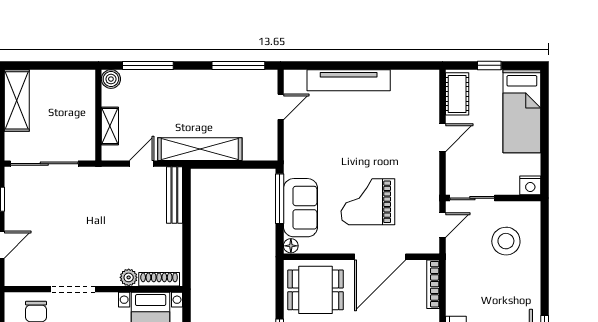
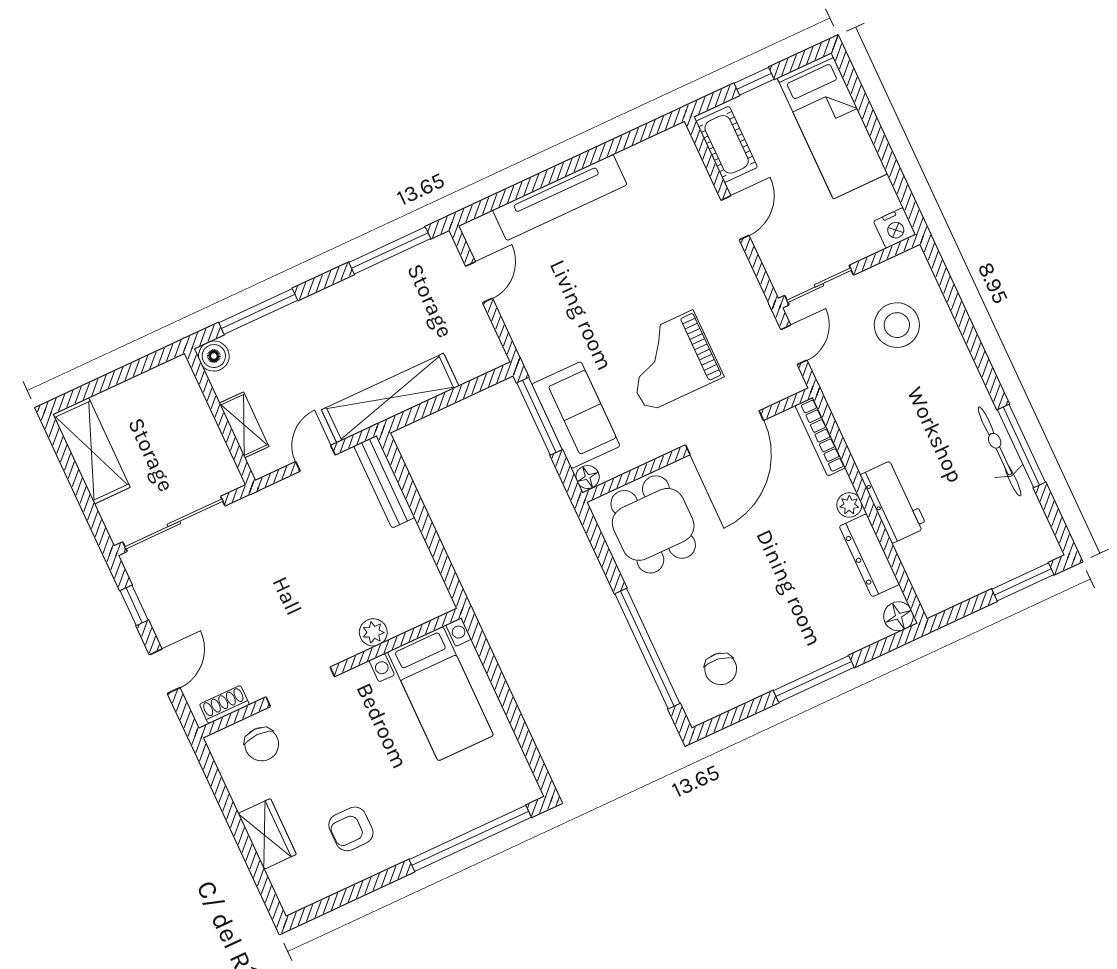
shoe rack: (159, 279) -> (224, 705), moved, width x0.70
dining table: (316, 290) -> (653, 524), turned 90

